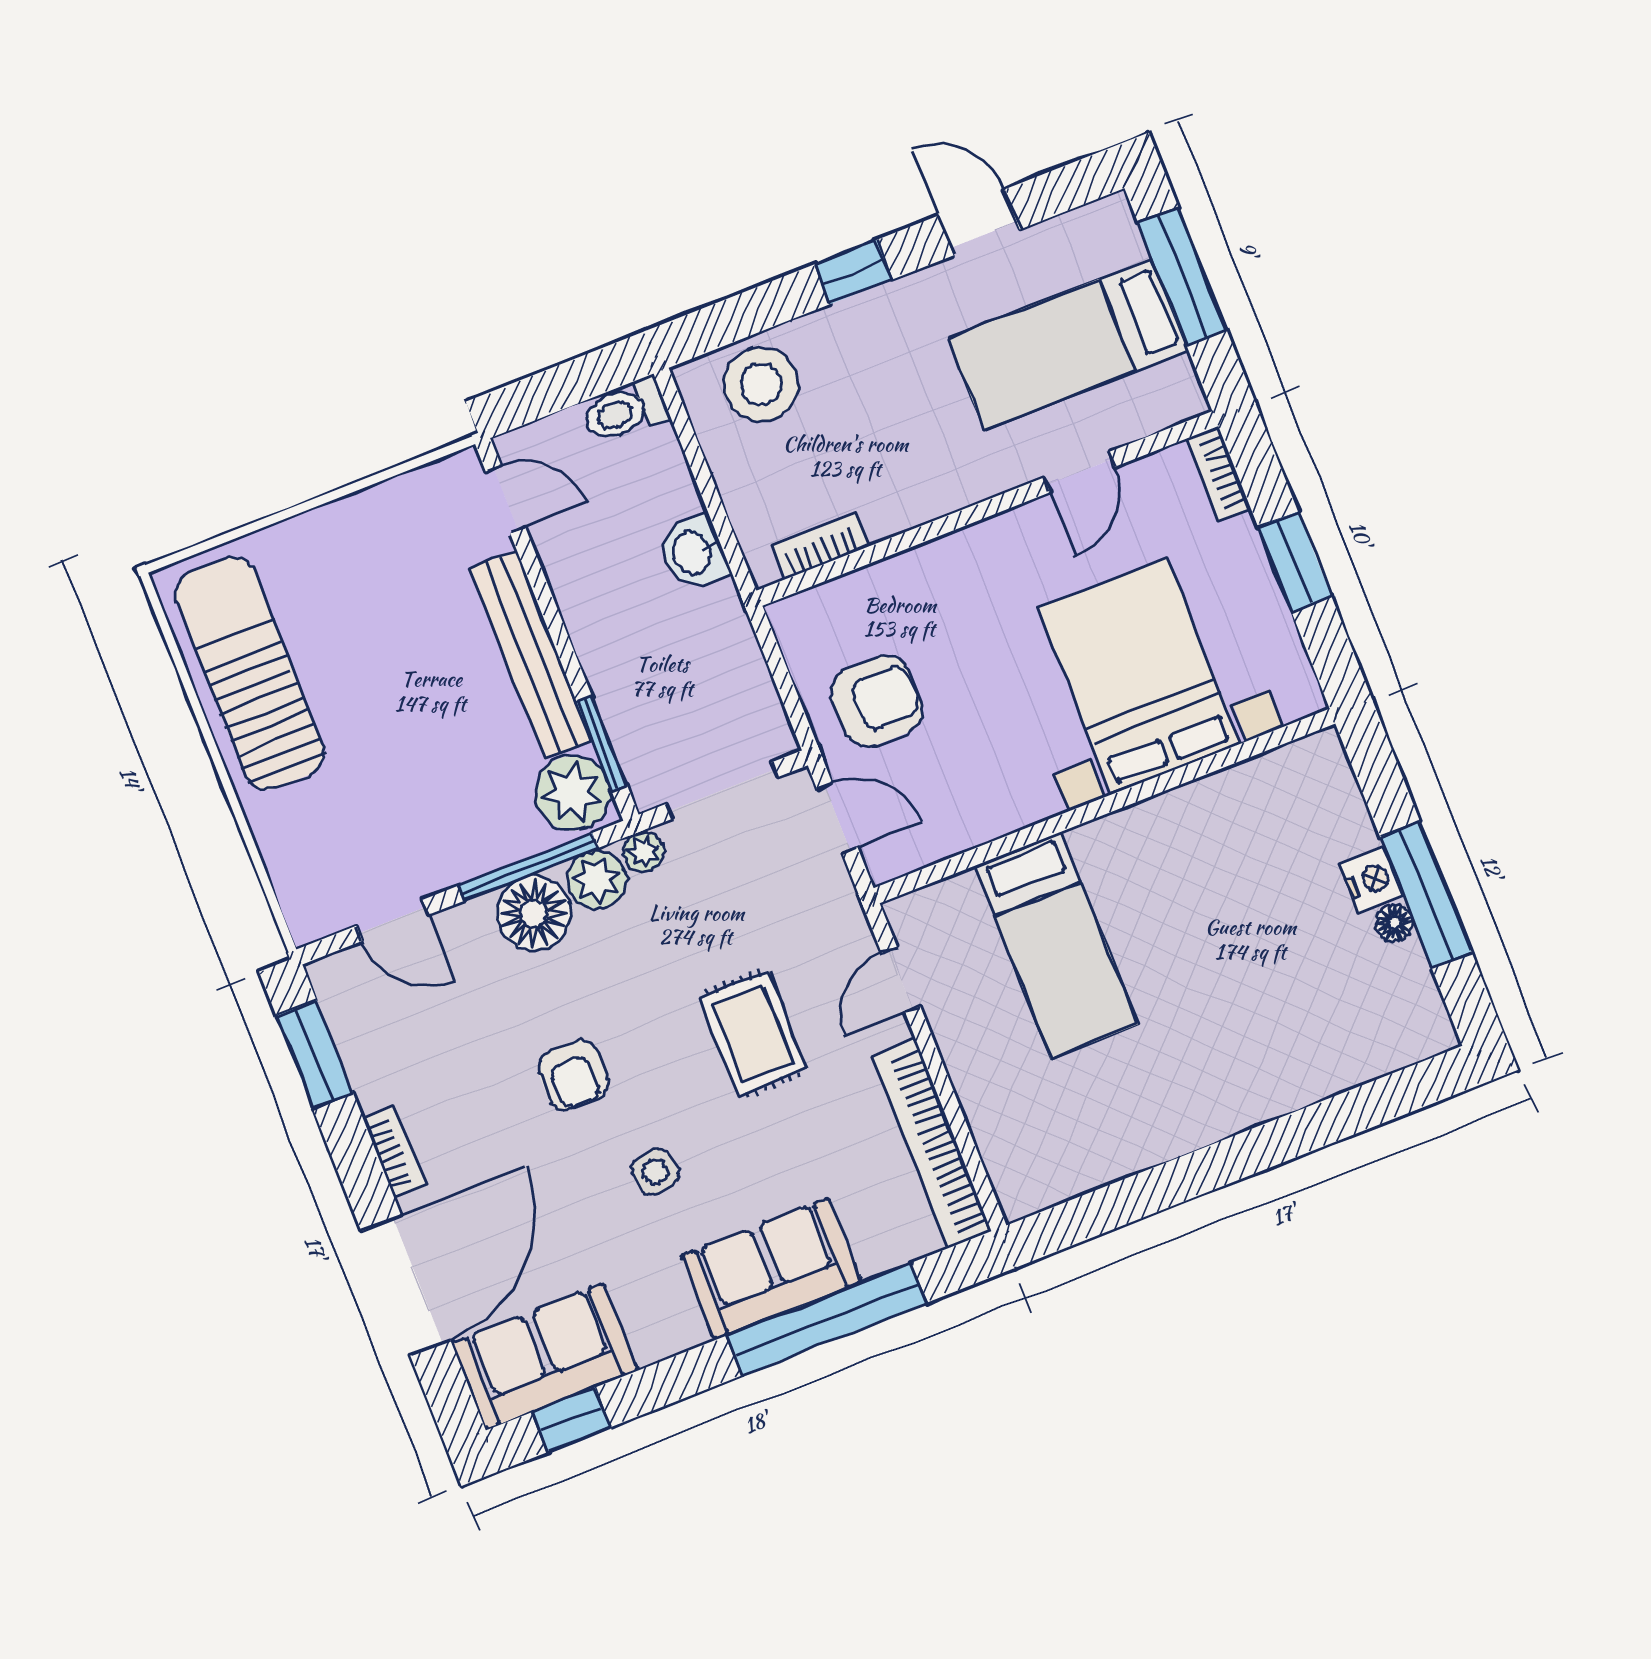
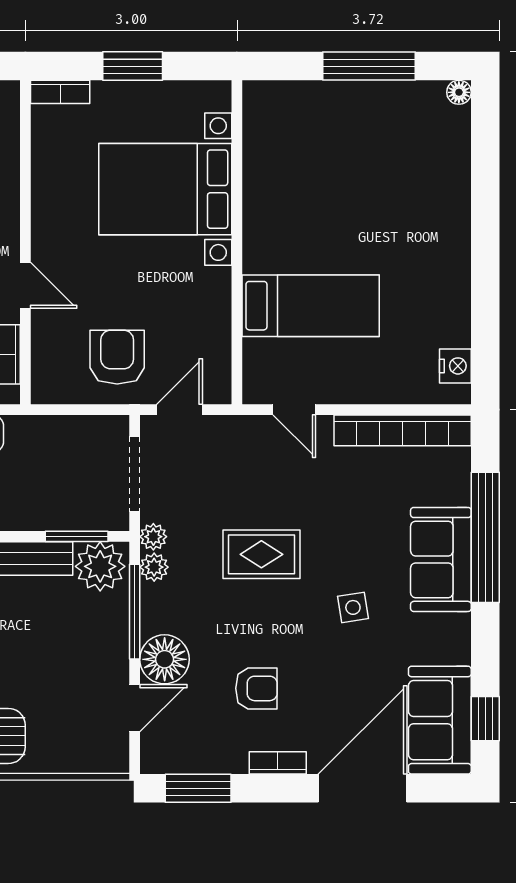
door: (1079, 472) -> (25, 285), moved
plant: (597, 880) -> (154, 567), width x0.73, depth x0.73
nightstand: (1372, 880) -> (455, 366), moved, turned 90
floor lamp: (534, 913) -> (165, 659), moved
floor lamp: (1394, 923) -> (459, 92), moved
rug: (753, 1034) -> (261, 554), moved
armchair: (573, 1075) -> (256, 688), moved
door: (406, 1285) -> (362, 788), hinge flipped

